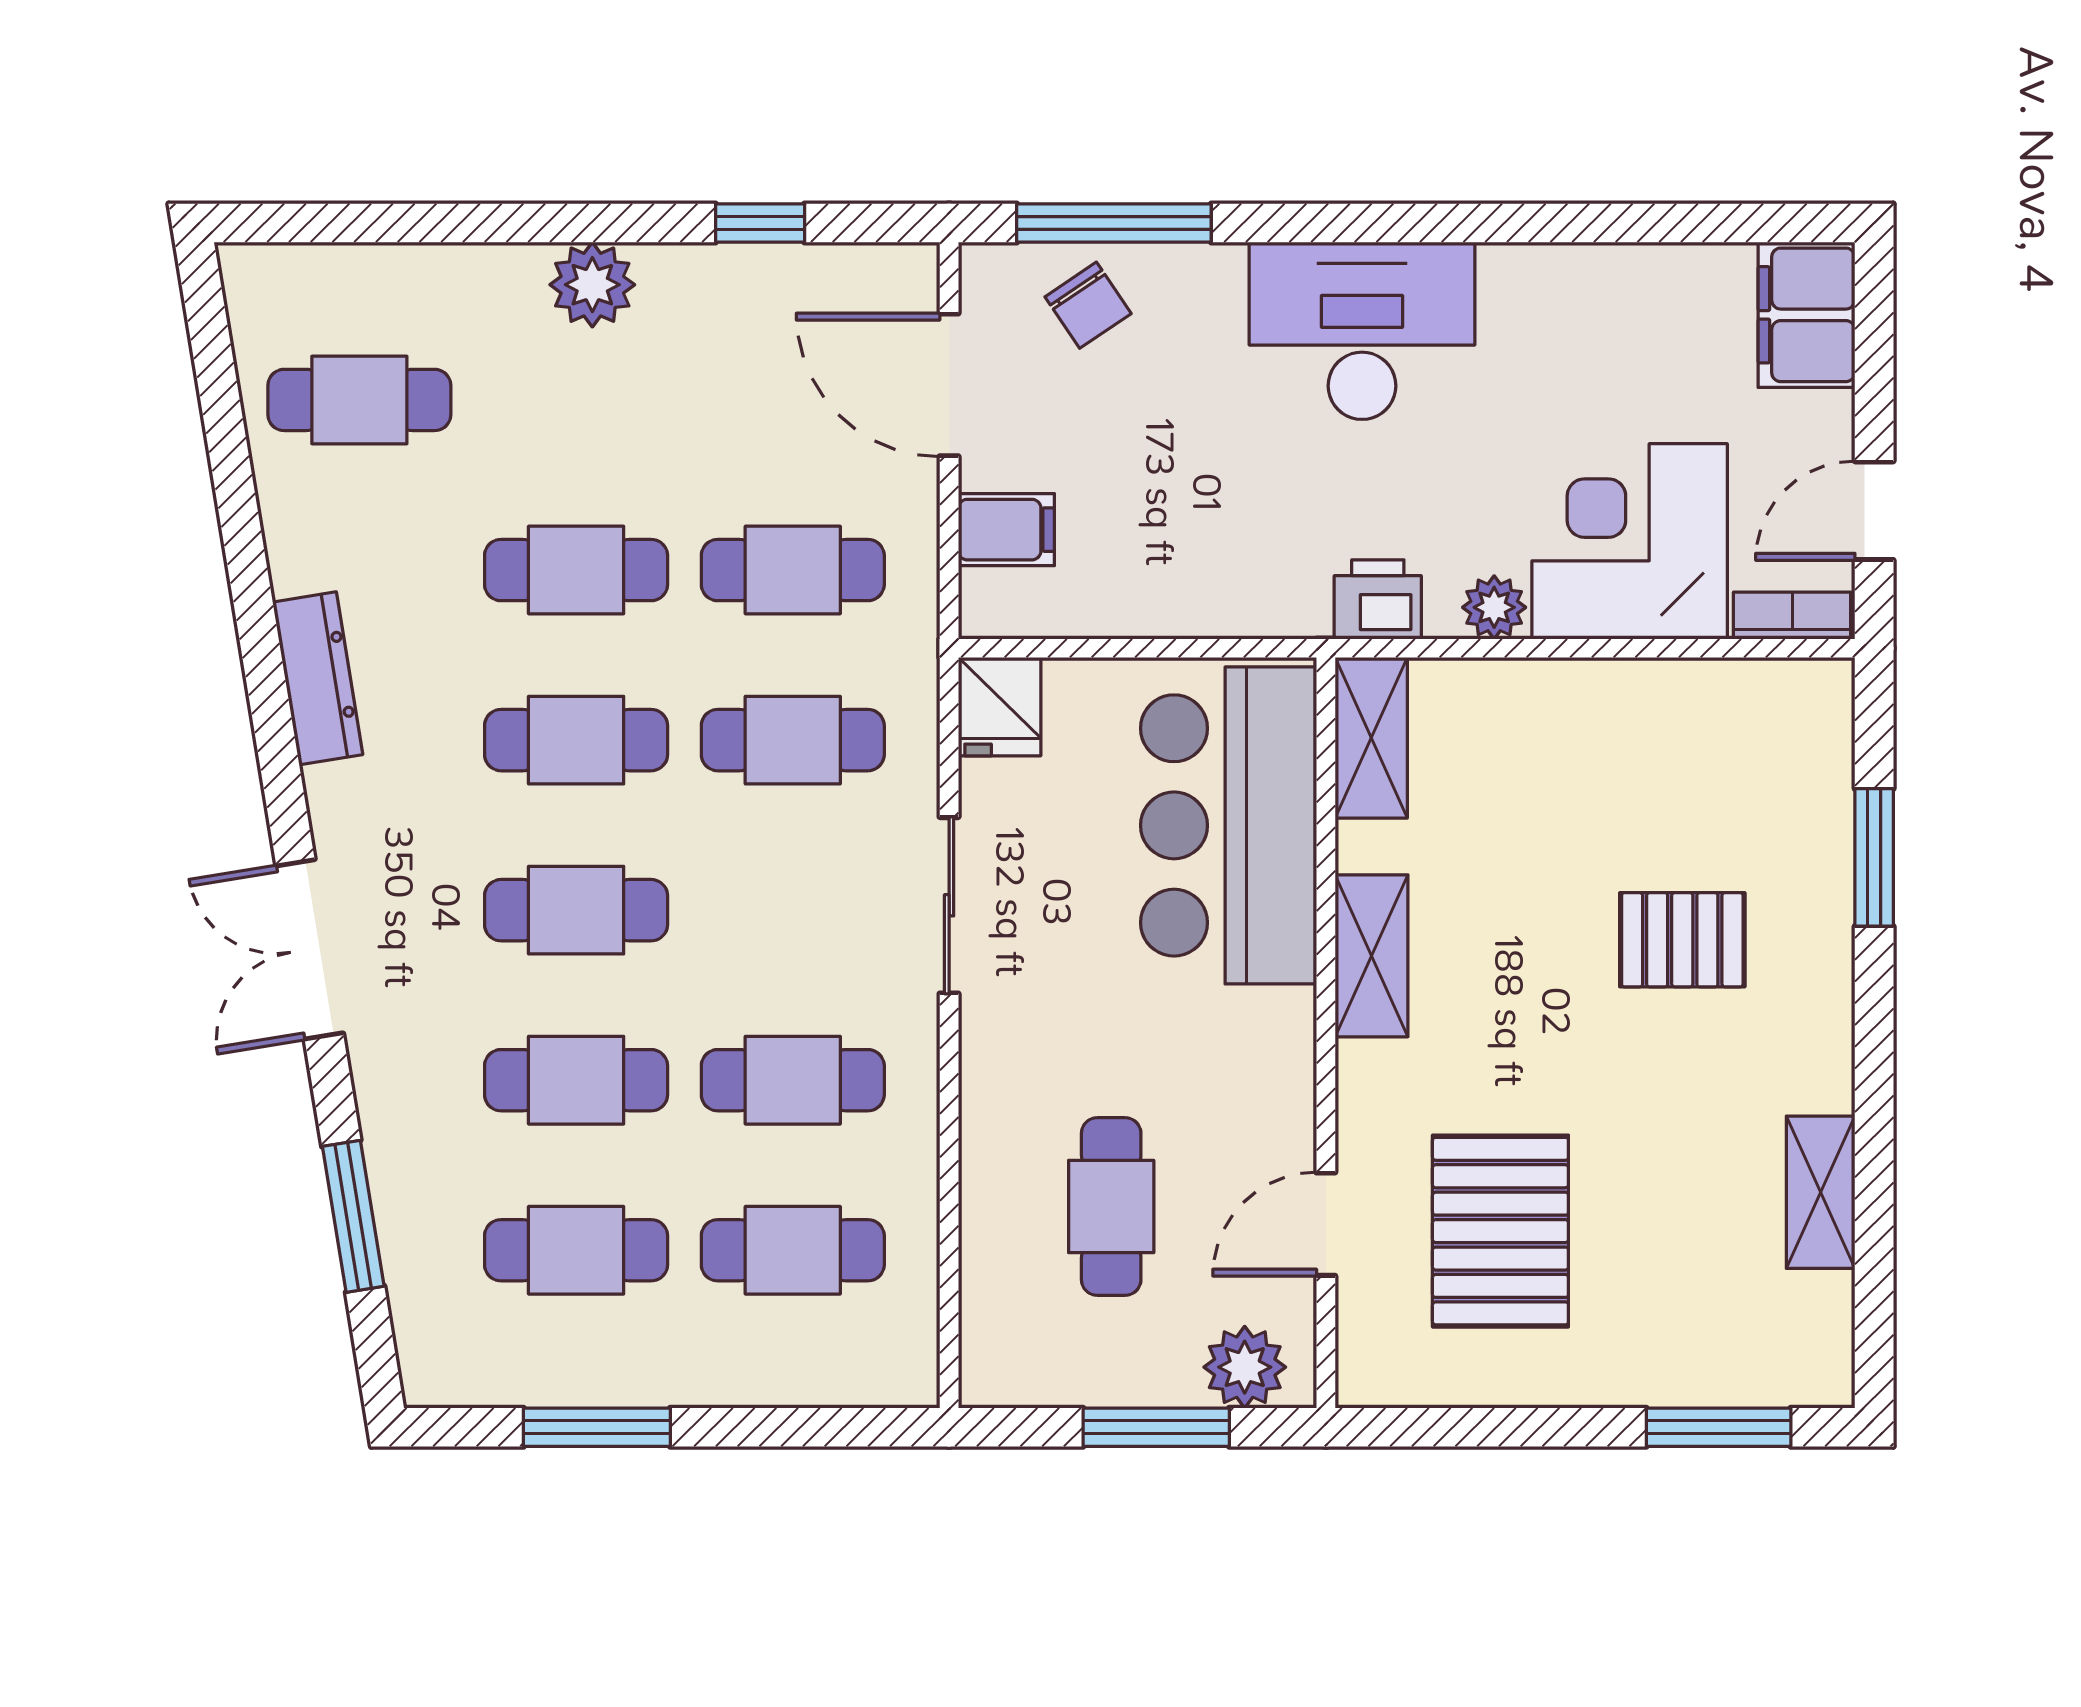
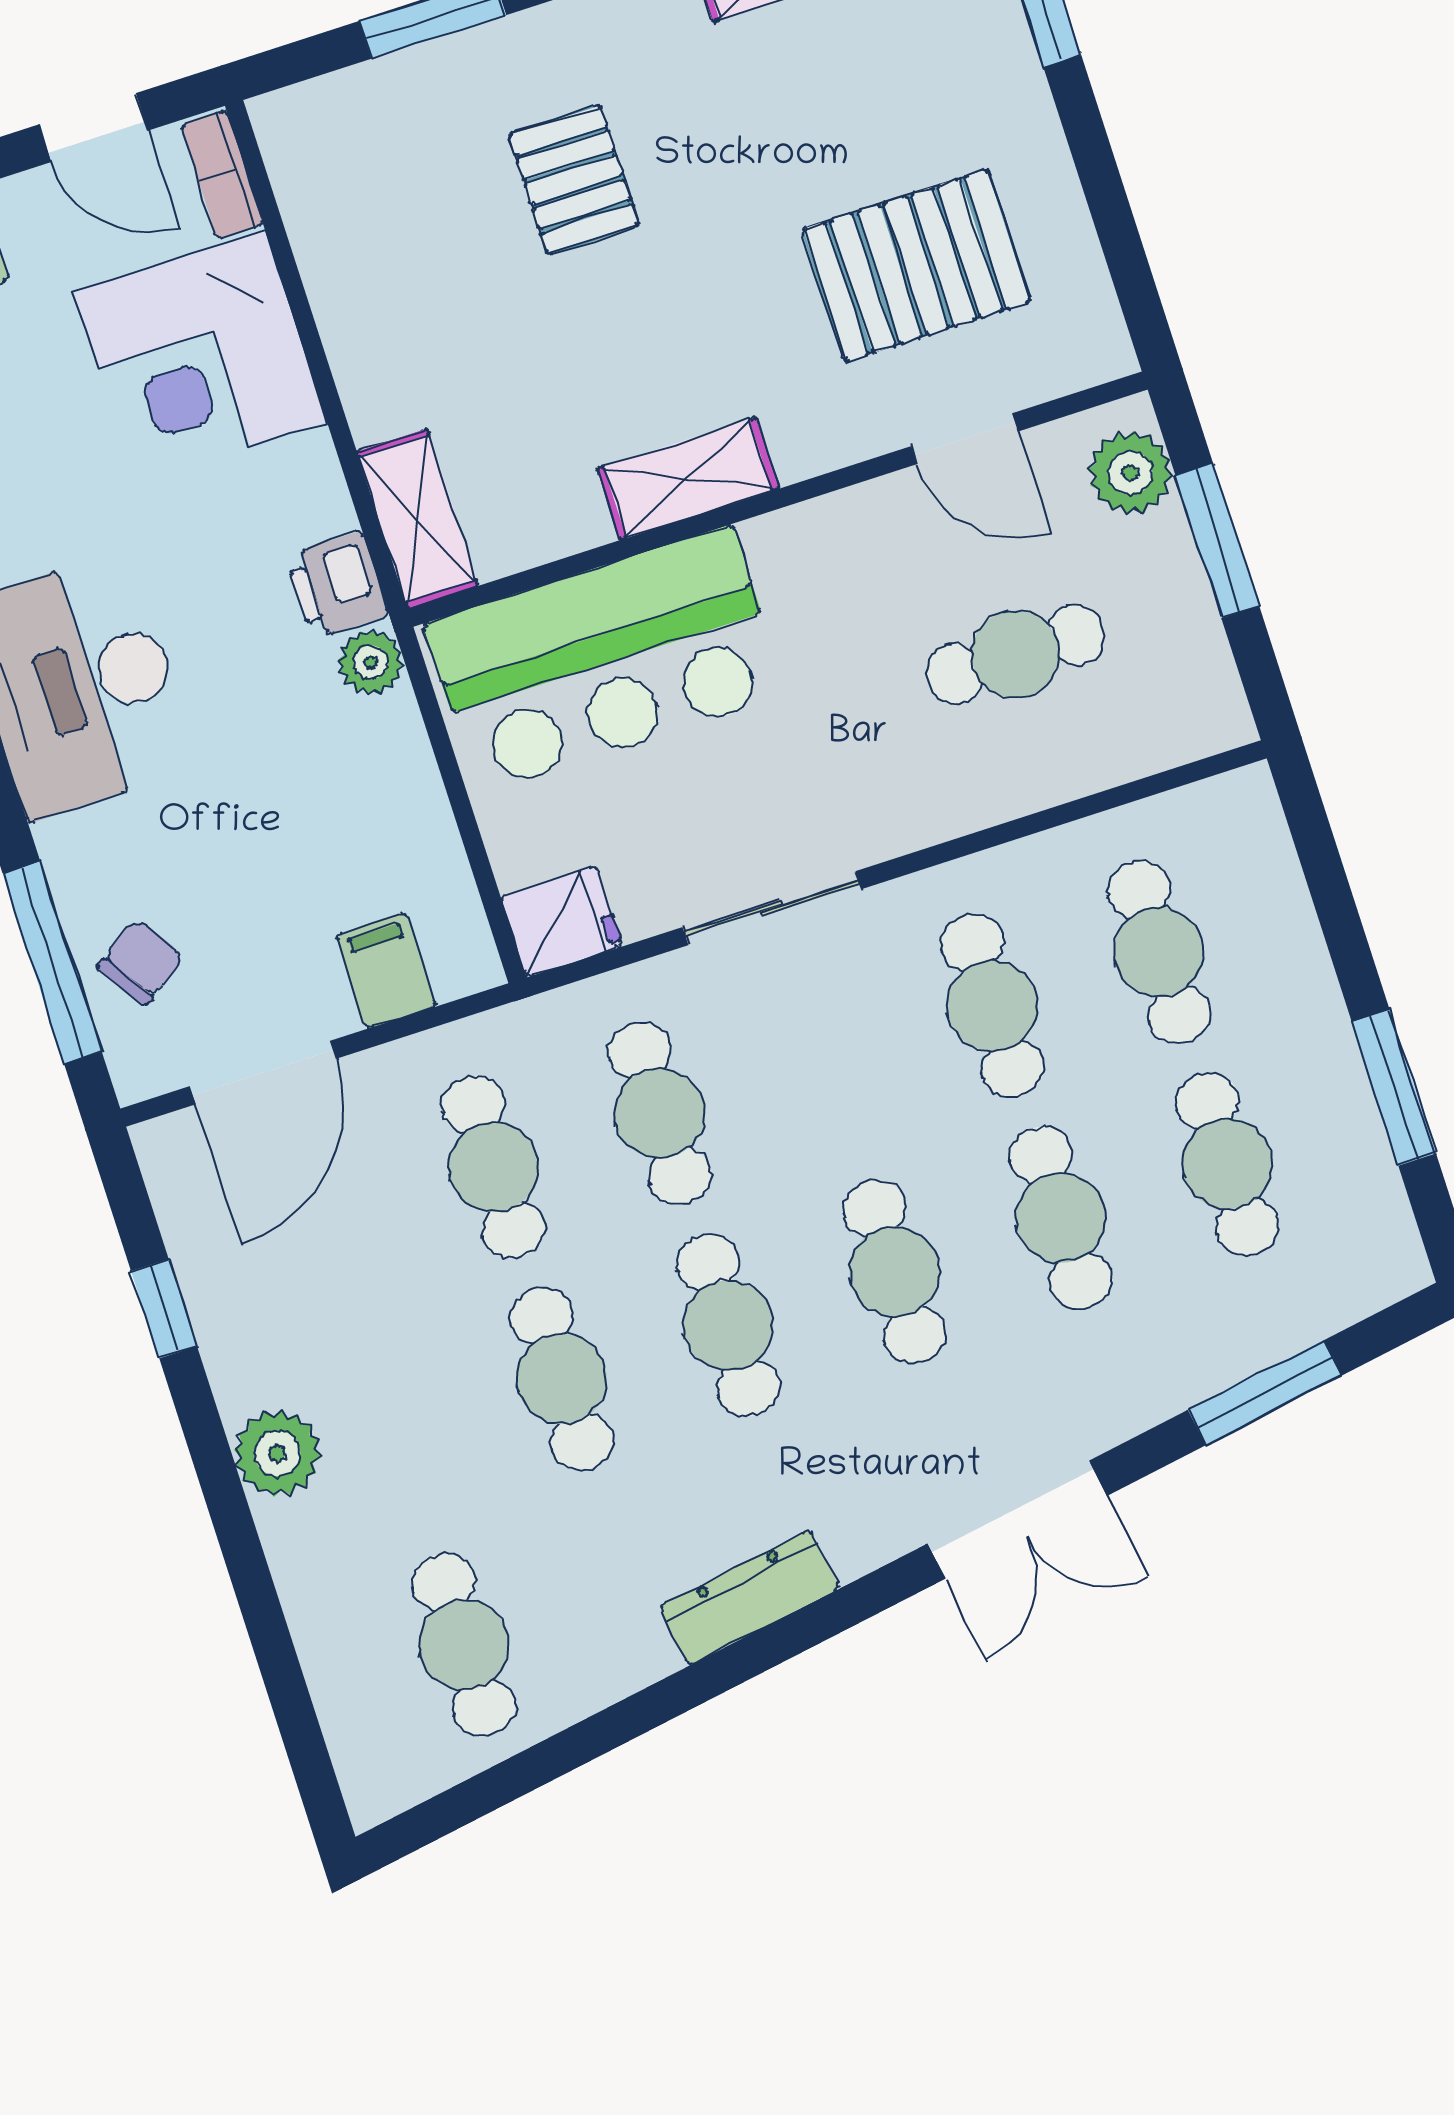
plant: (1494, 607) -> (371, 662), moved
shelving: (1371, 738) -> (417, 519), moved, turned 90

